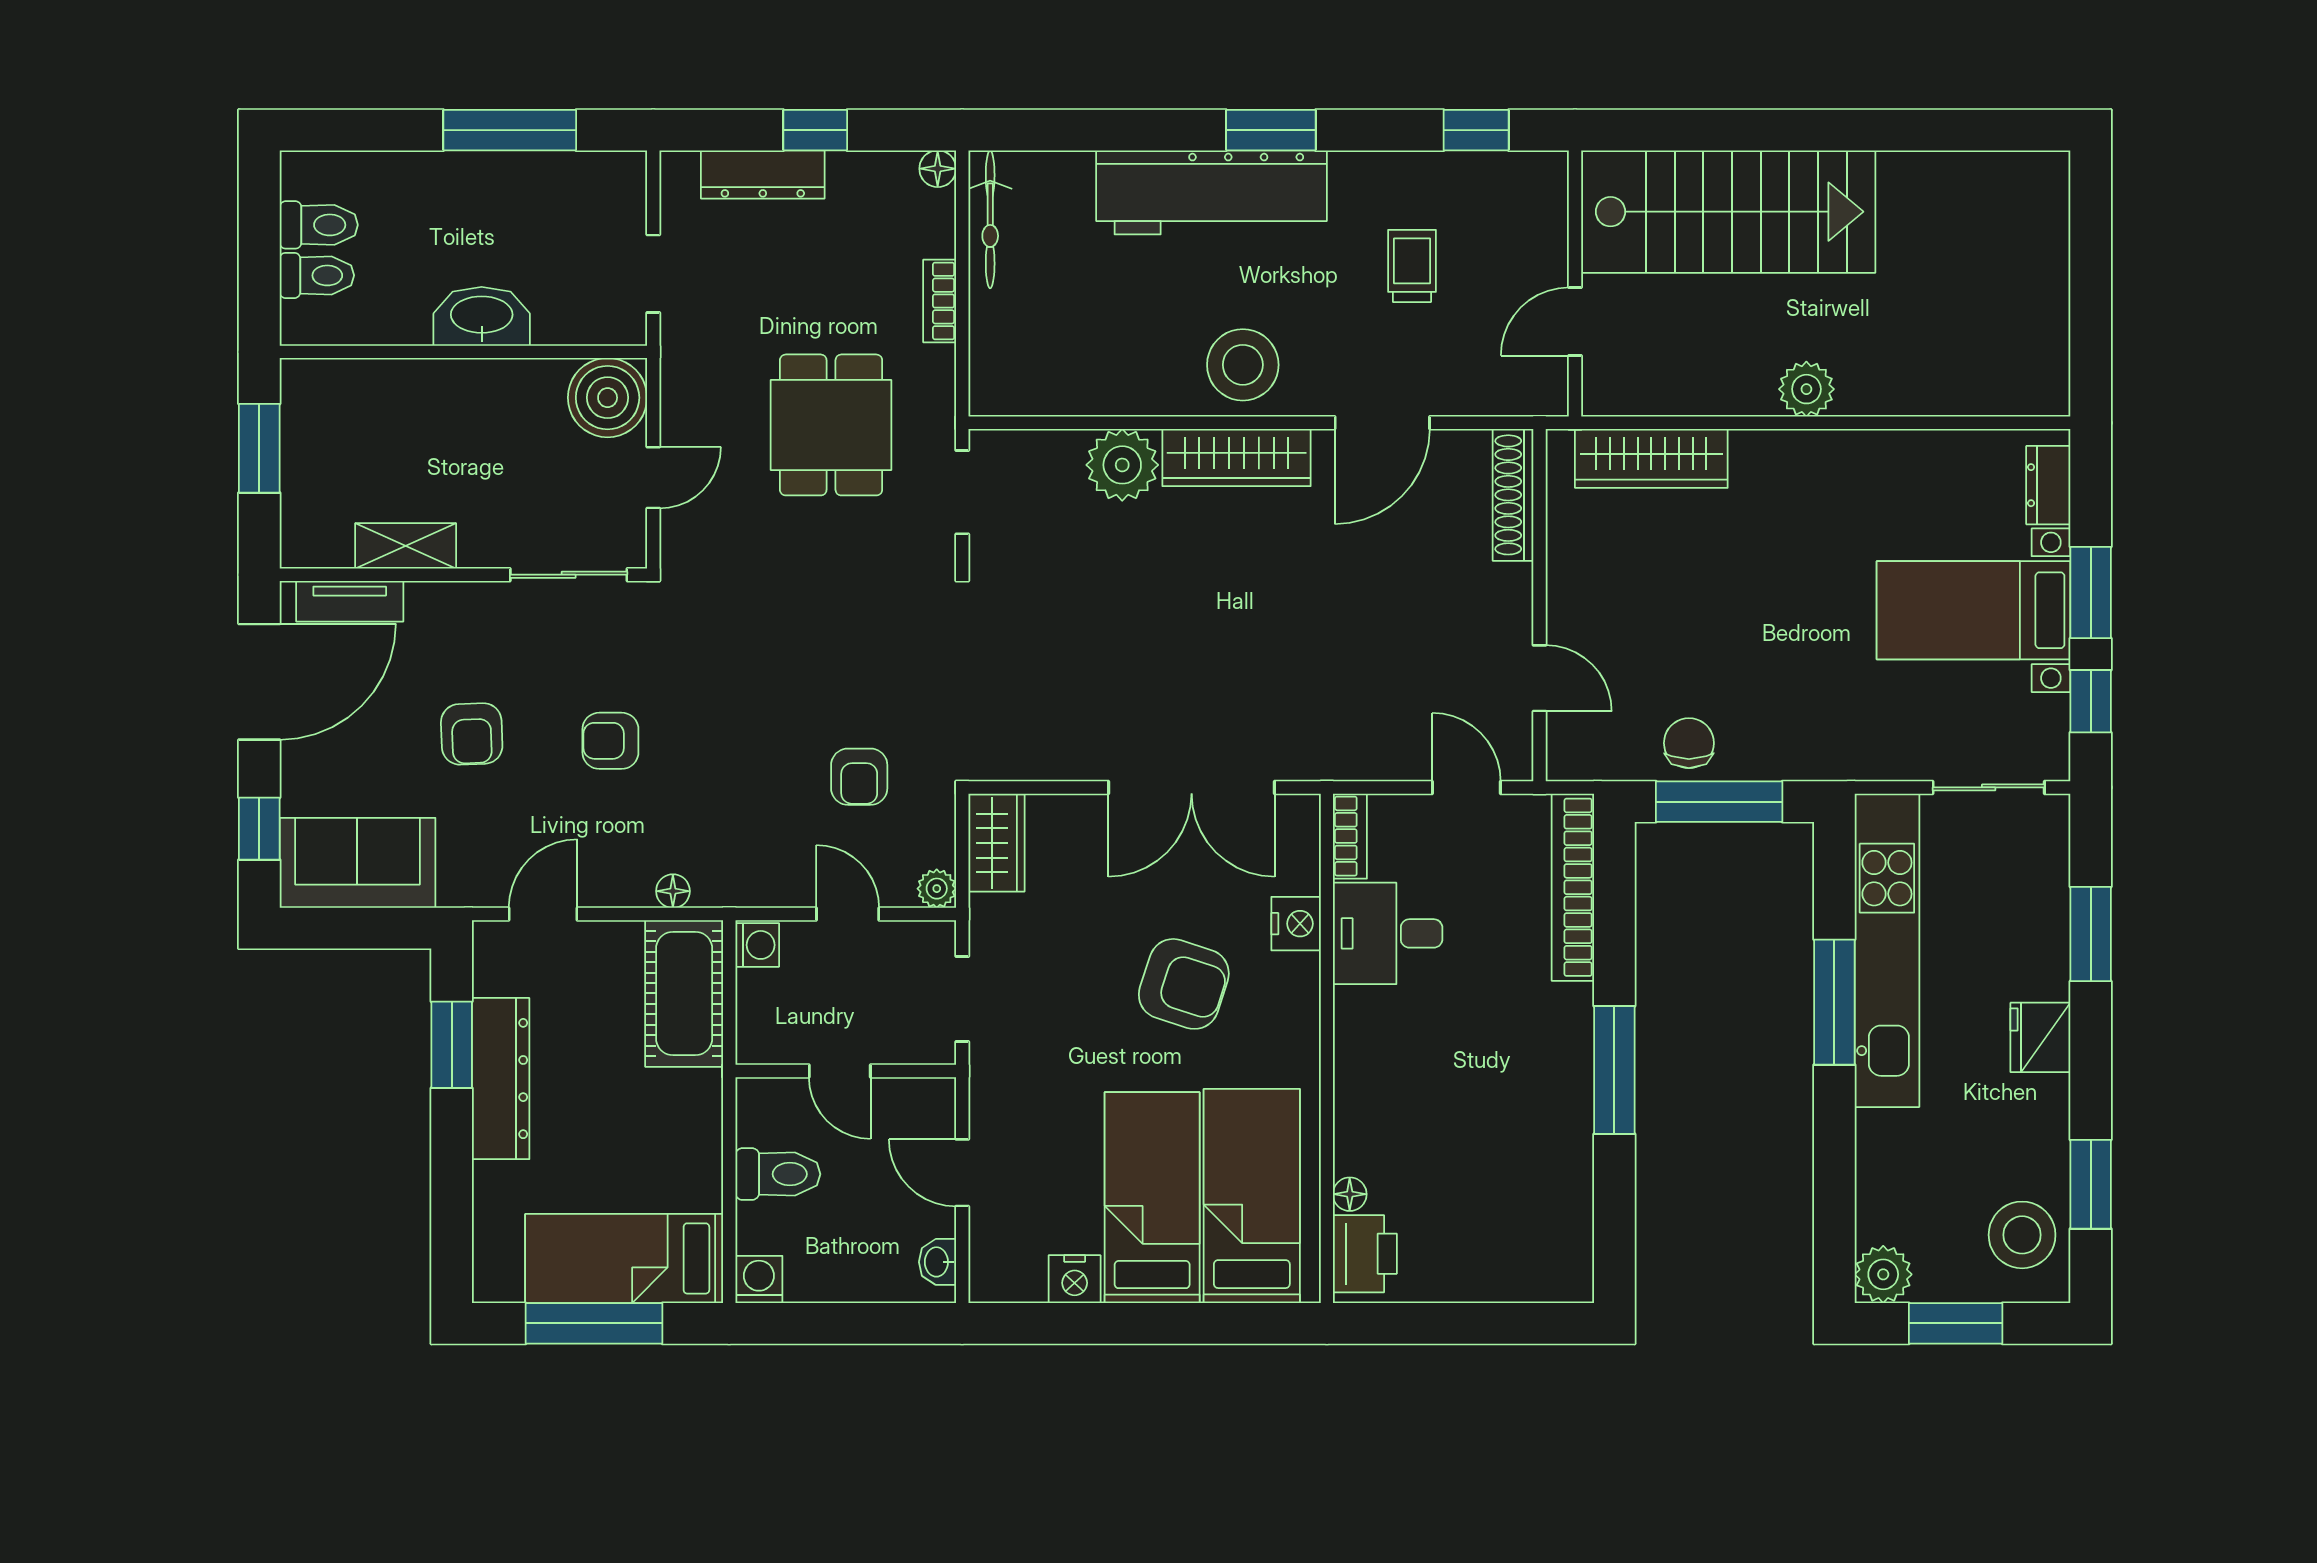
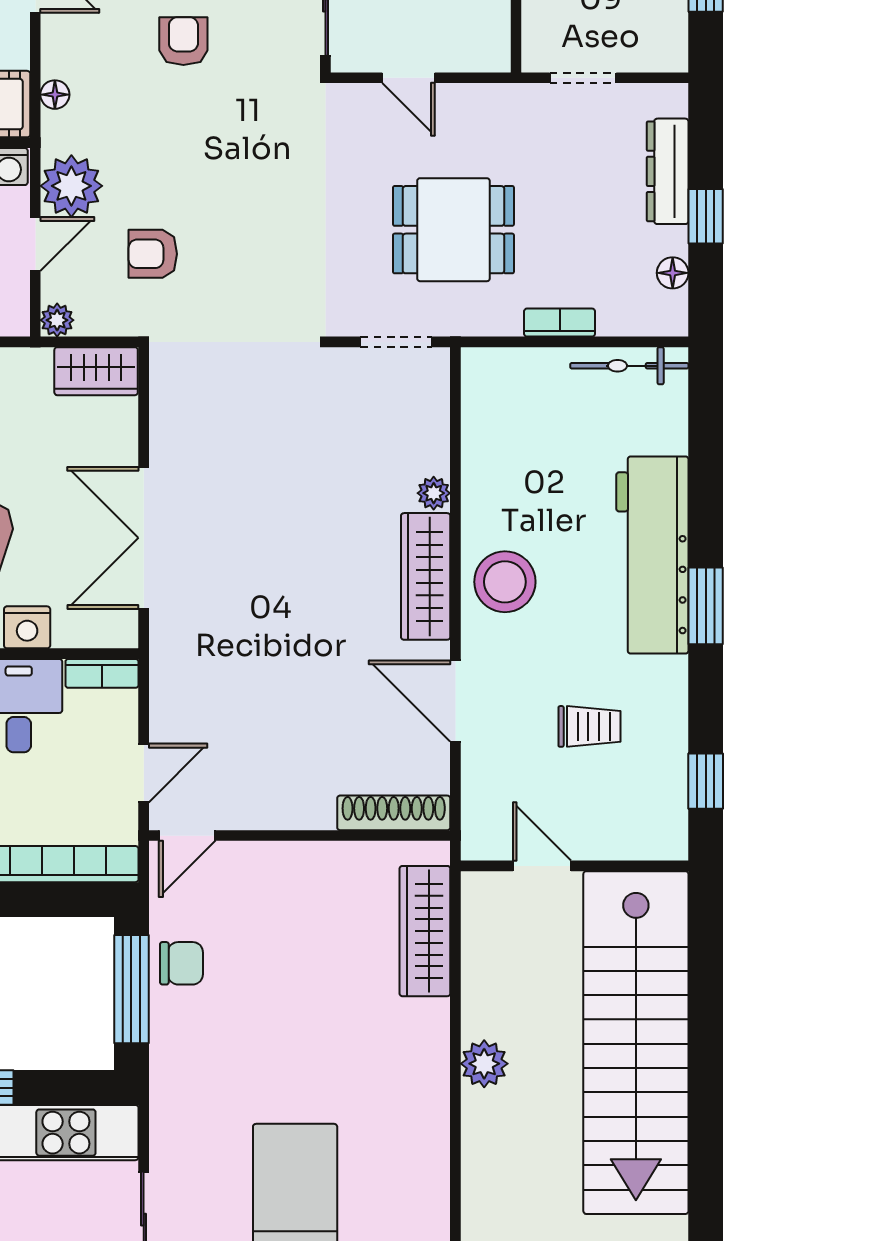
floor lamp: (938, 169) -> (673, 273), moved
stairs: (1728, 212) -> (636, 1043), width x1.36
boiler: (608, 398) -> (477, 39), removed
plant: (1122, 465) -> (434, 493), width x0.53, depth x0.53
door: (1540, 678) -> (187, 836), moved
plant: (780, 872) -> (71, 186), added

